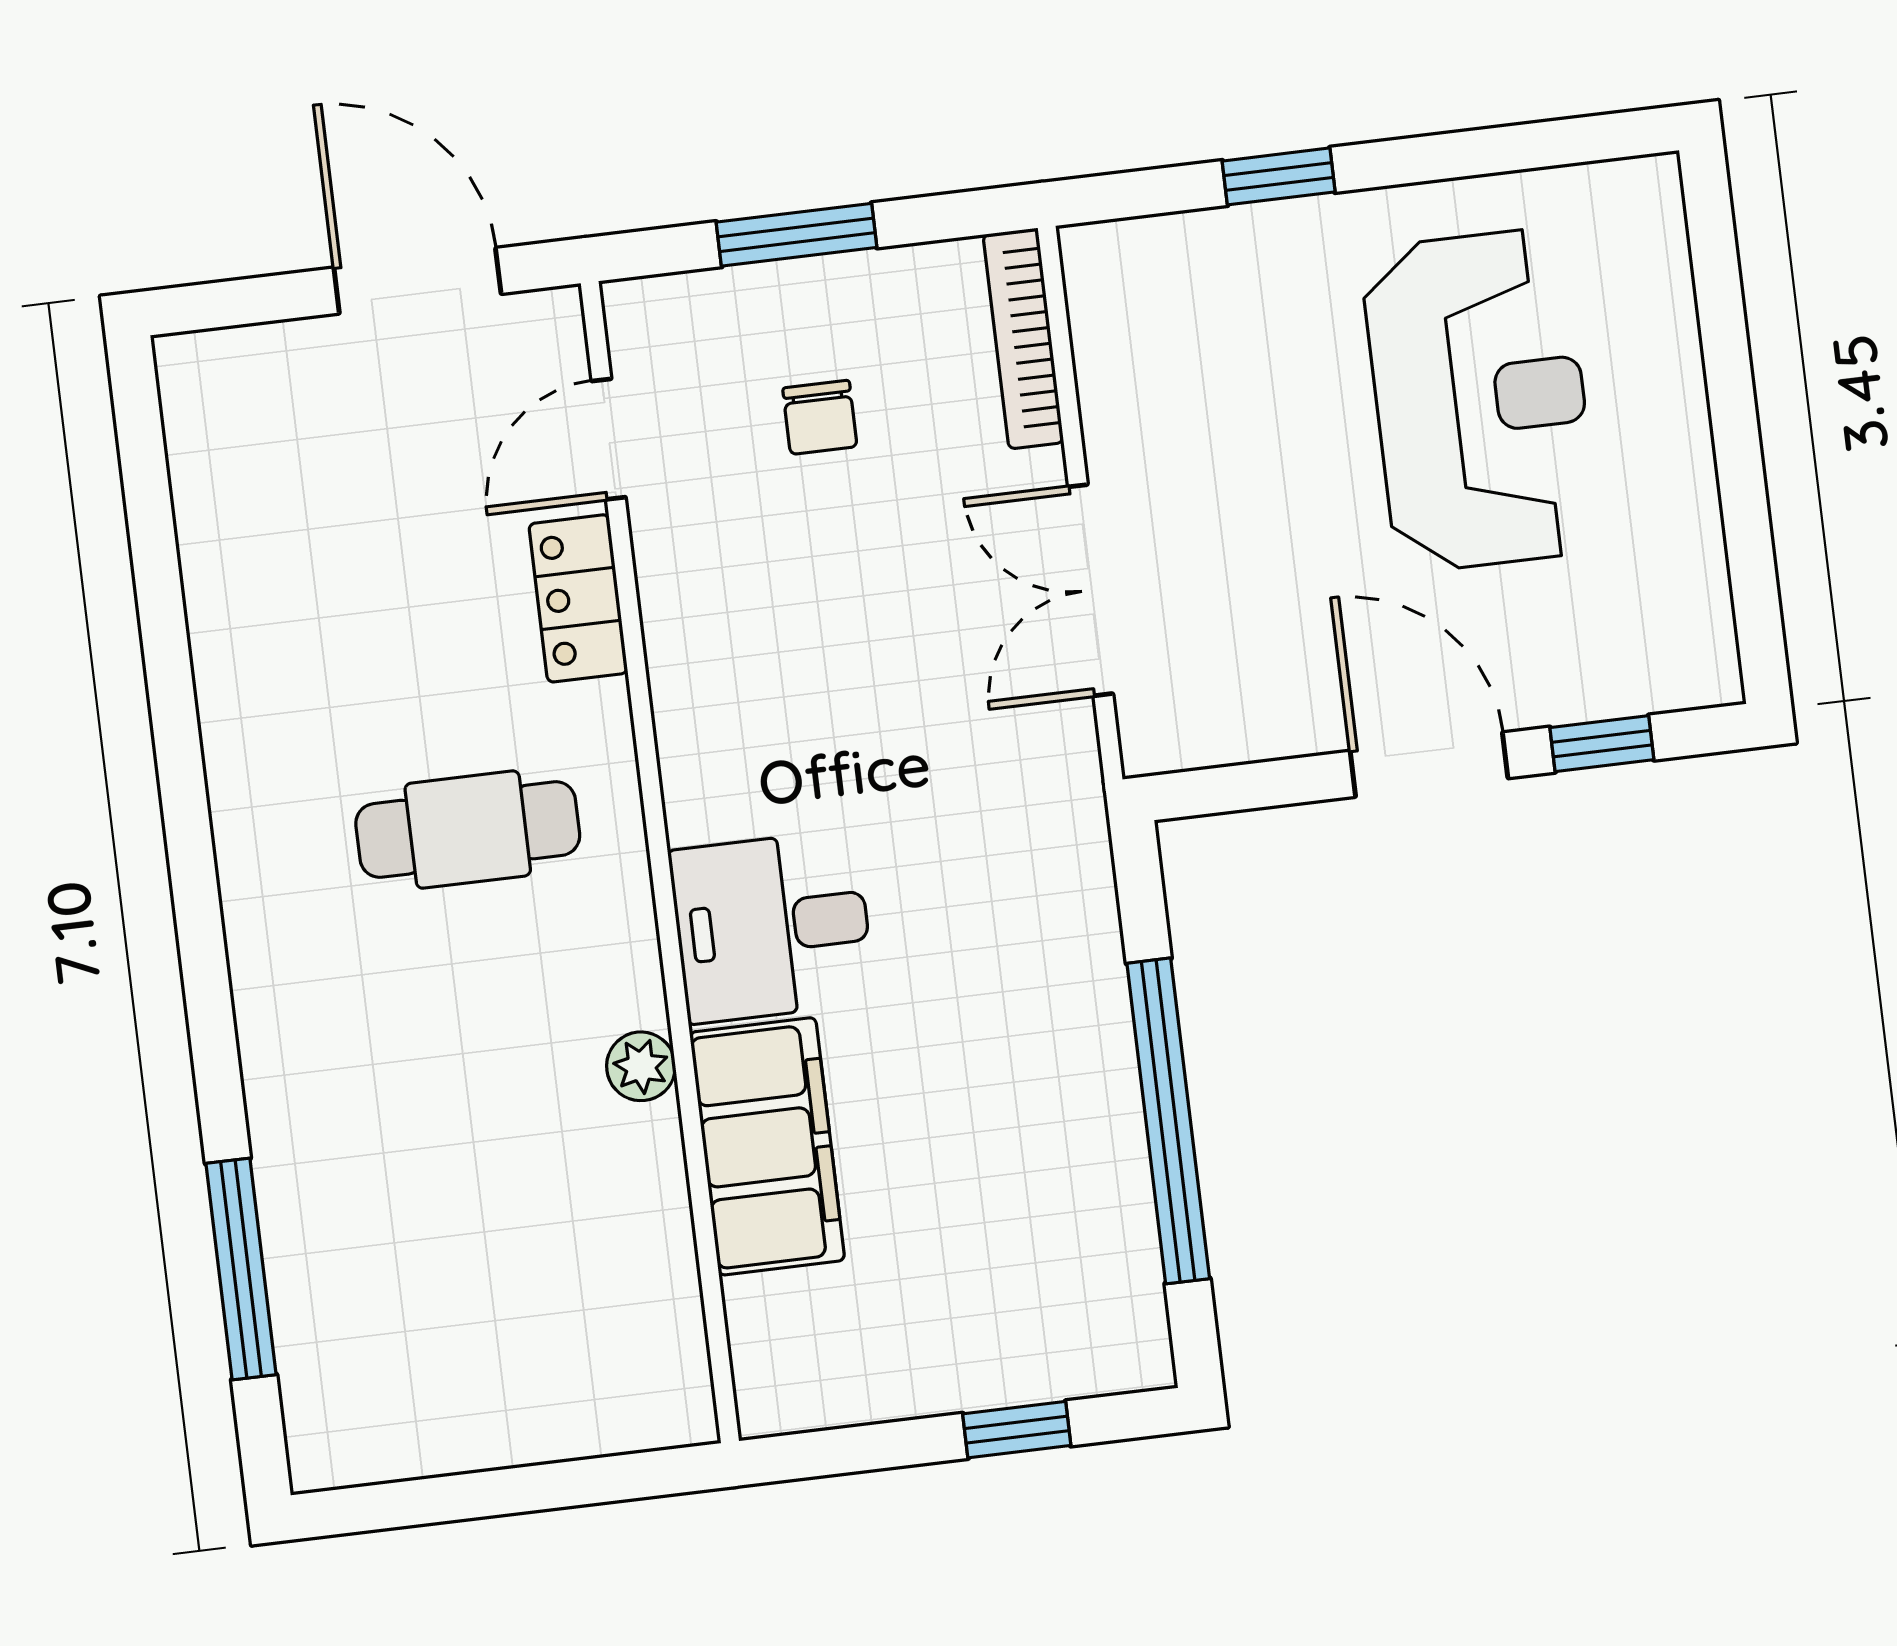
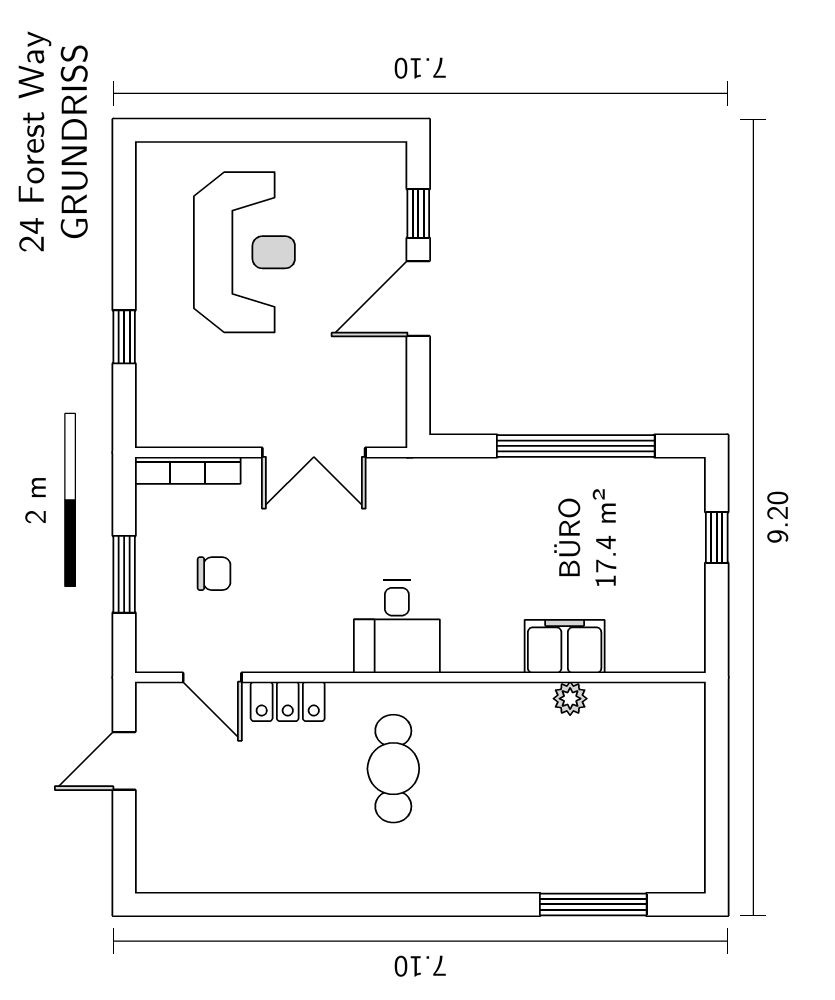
door: (417, 281) -> (124, 761), width x0.73
reception desk: (1480, 400) -> (244, 252), turned 90
desk: (772, 927) -> (397, 627), moved
plant: (641, 1066) -> (570, 699), moved
filing cabinet: (767, 1146) -> (565, 646), width x0.67, depth x0.86

